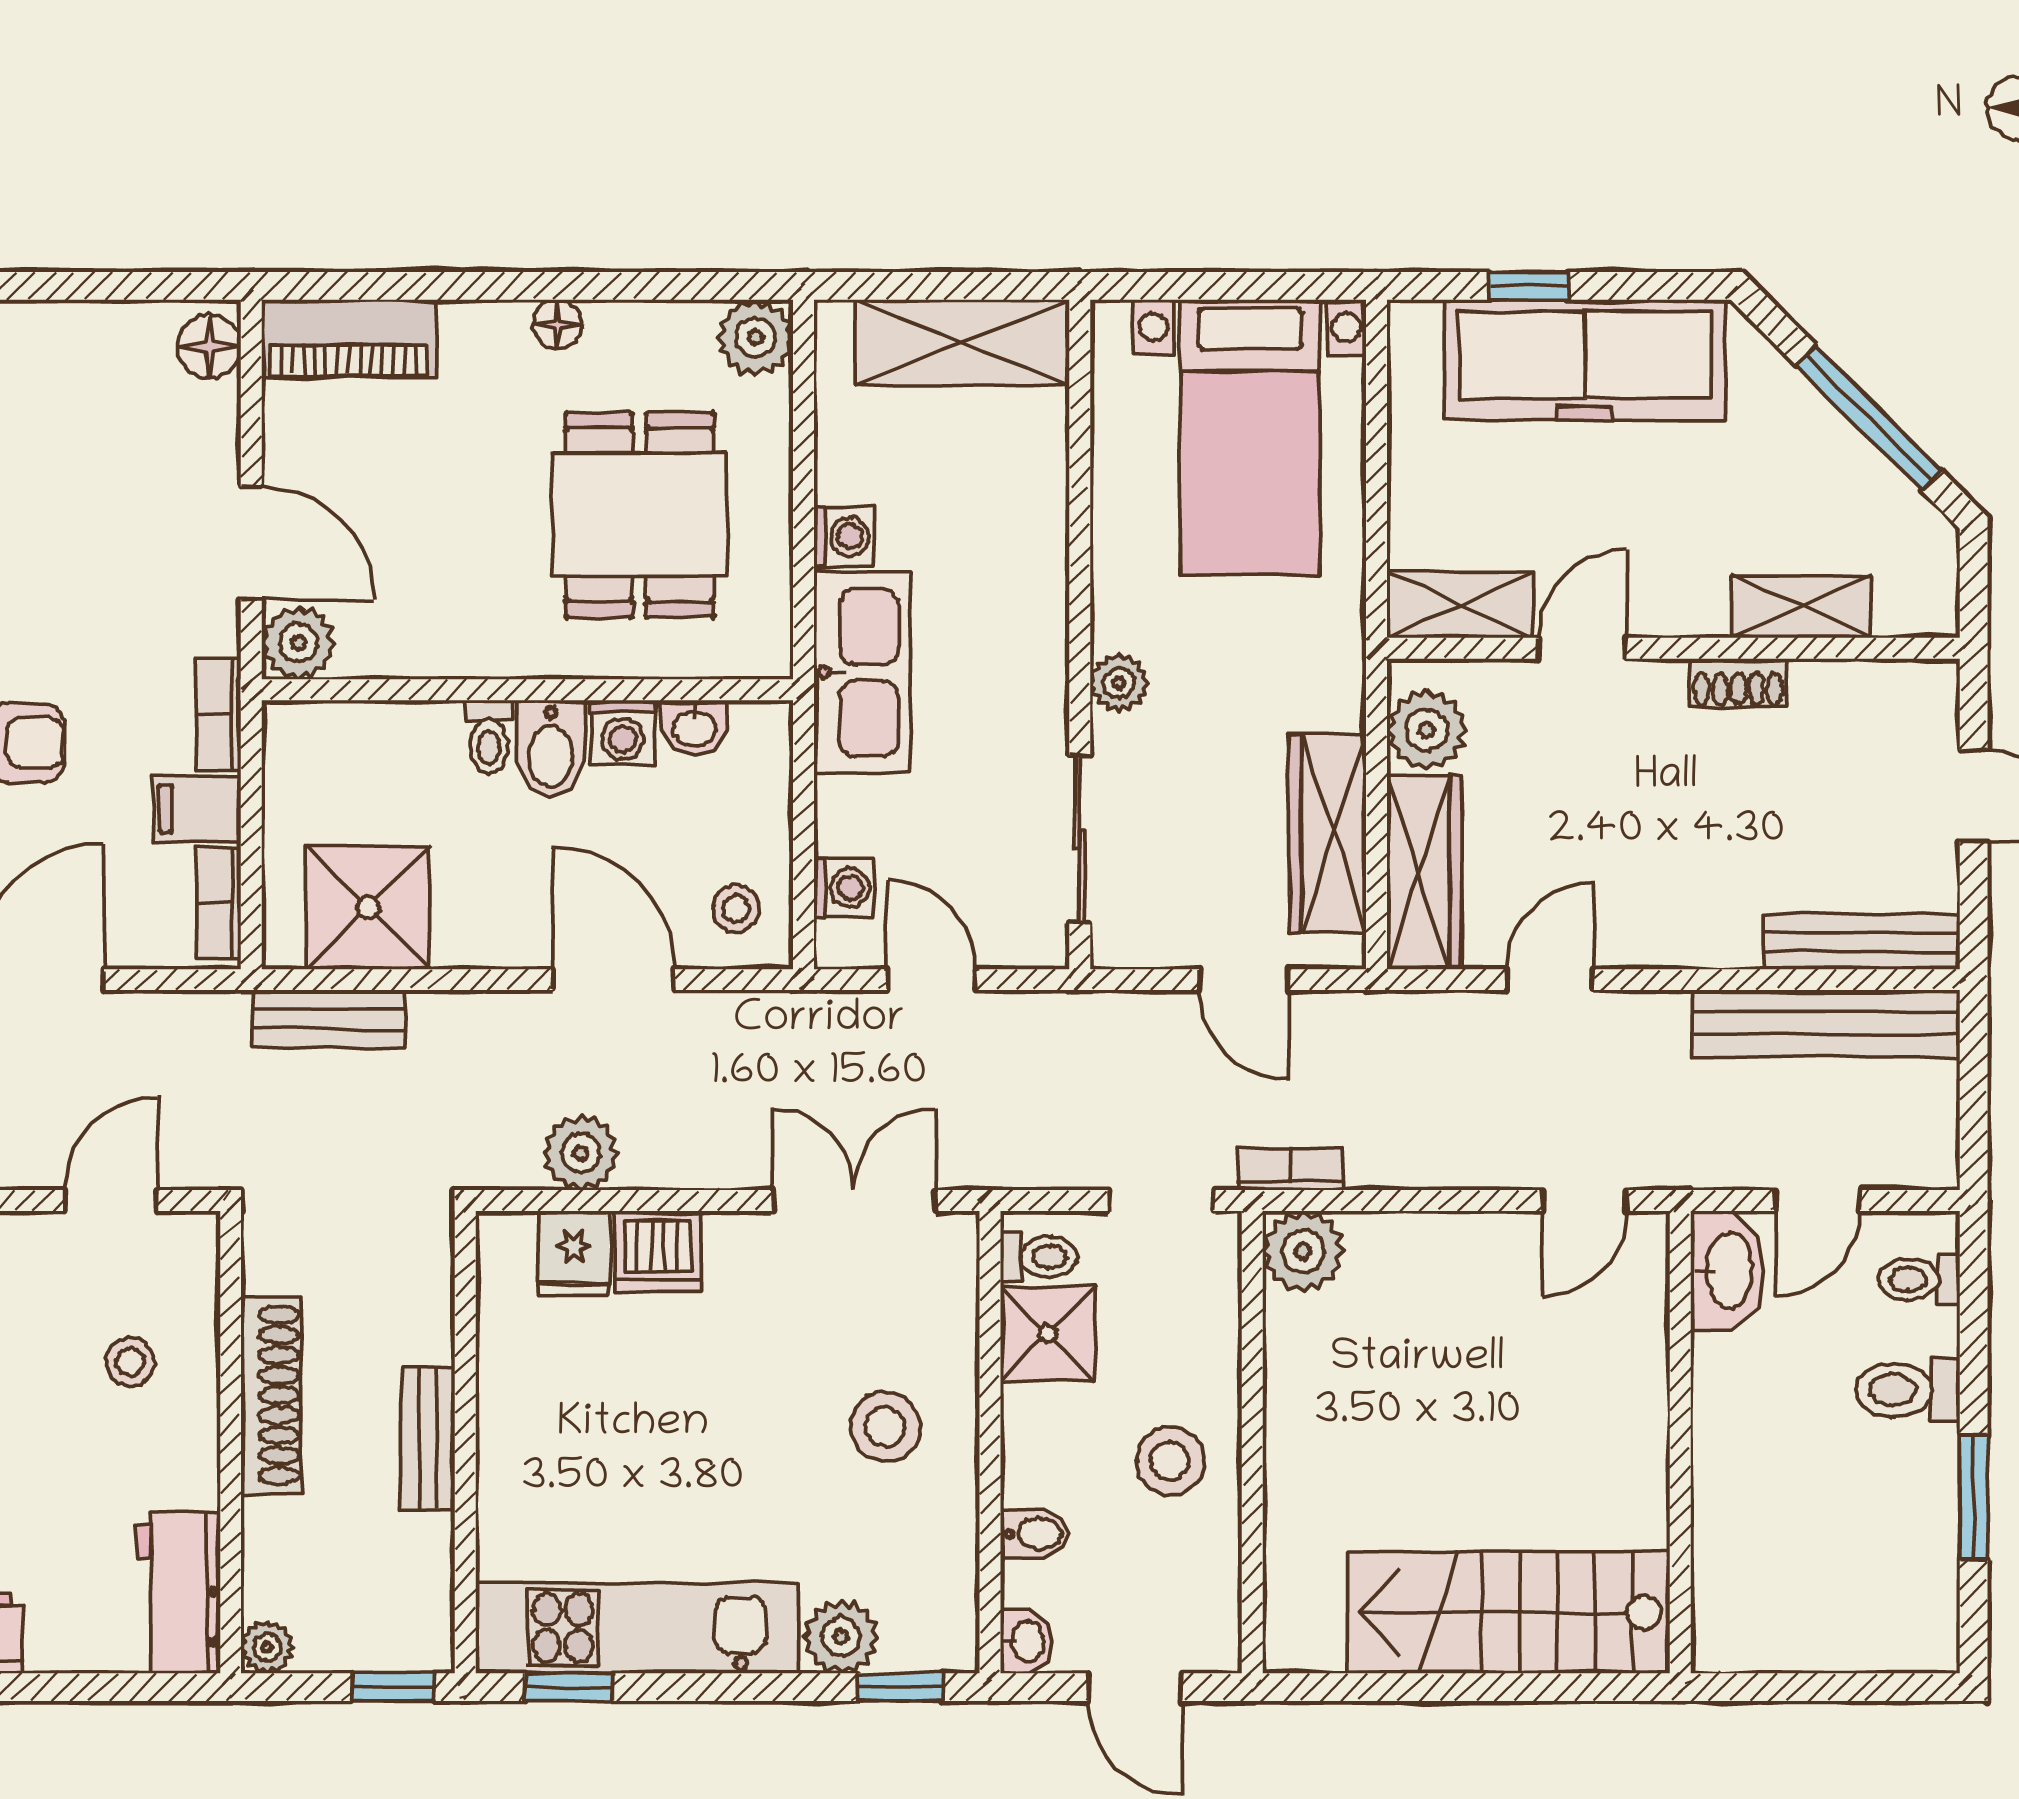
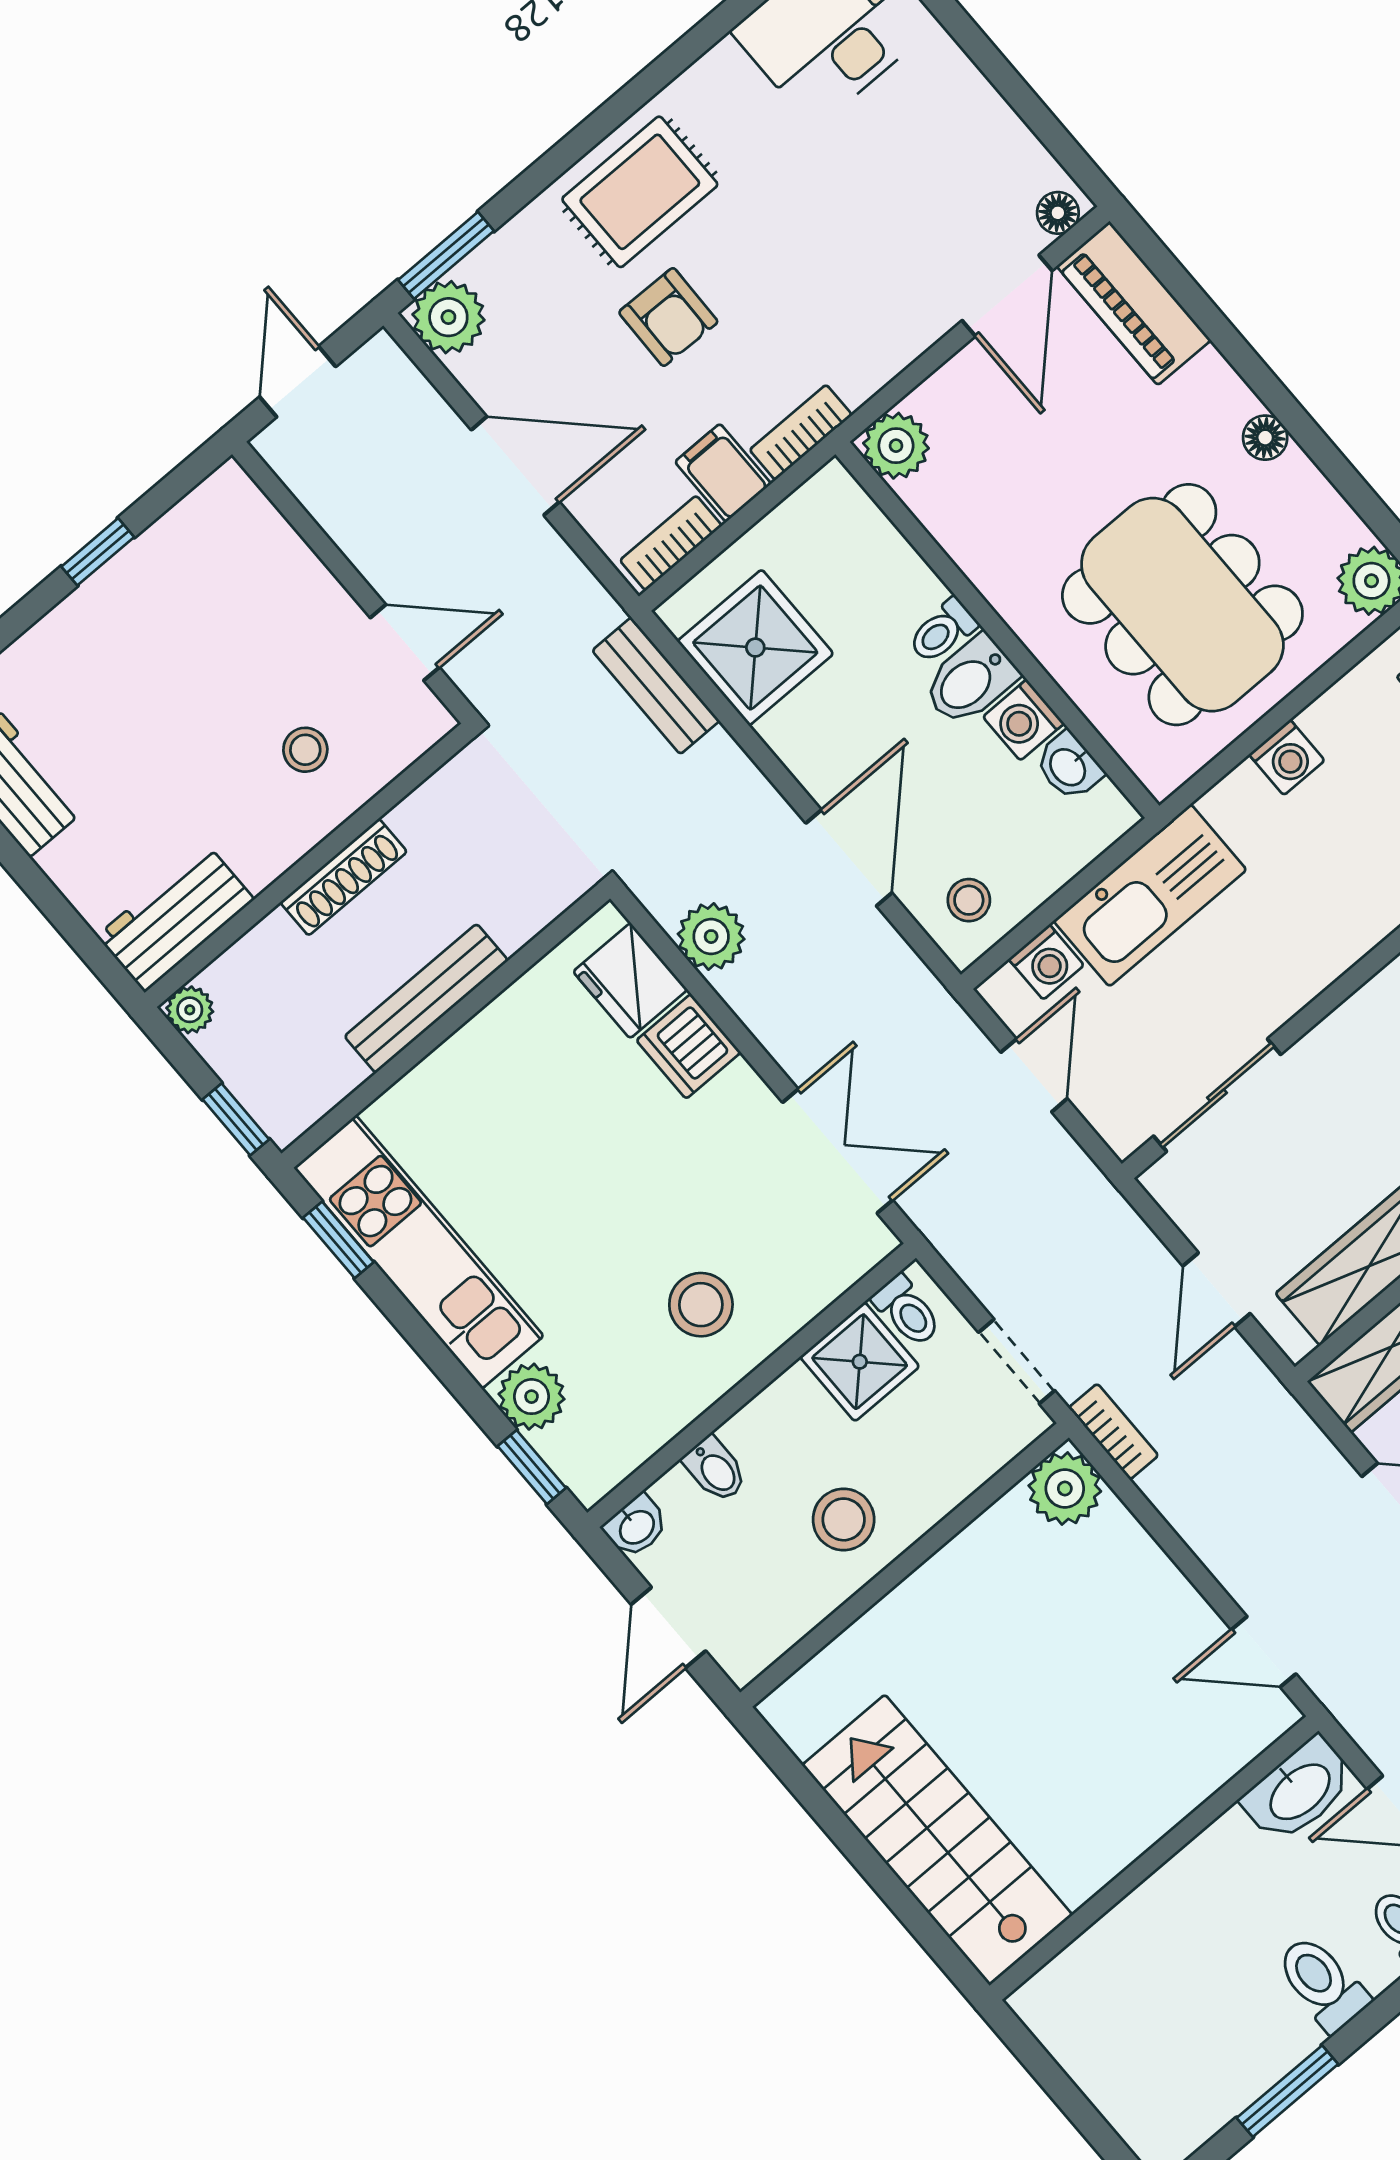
floor lamp: (209, 346) -> (1058, 213), width x0.73, depth x0.73
dining table: (639, 515) -> (1182, 605), width x1.38
door: (251, 543) -> (1007, 296), moved
kitchen sink: (862, 673) -> (1150, 895), moved
plant: (1119, 683) -> (1347, 1031), removed
fridge: (573, 1253) -> (630, 981), width x1.38
shoe rack: (271, 1395) -> (344, 877), width x0.74, depth x0.81
bench: (428, 1439) -> (426, 998), width x1.36

